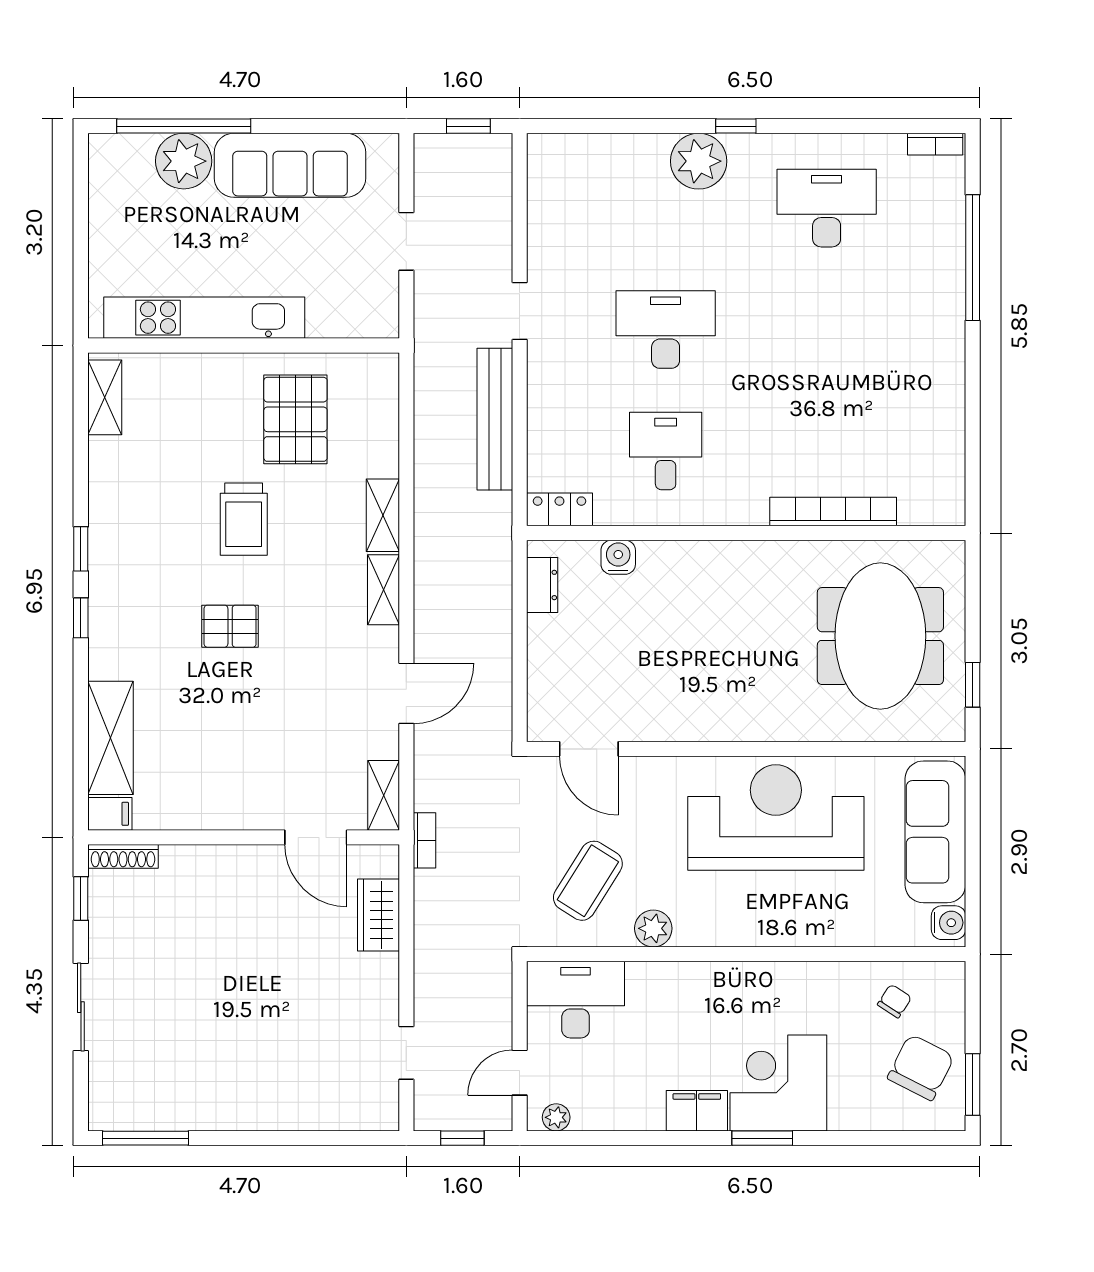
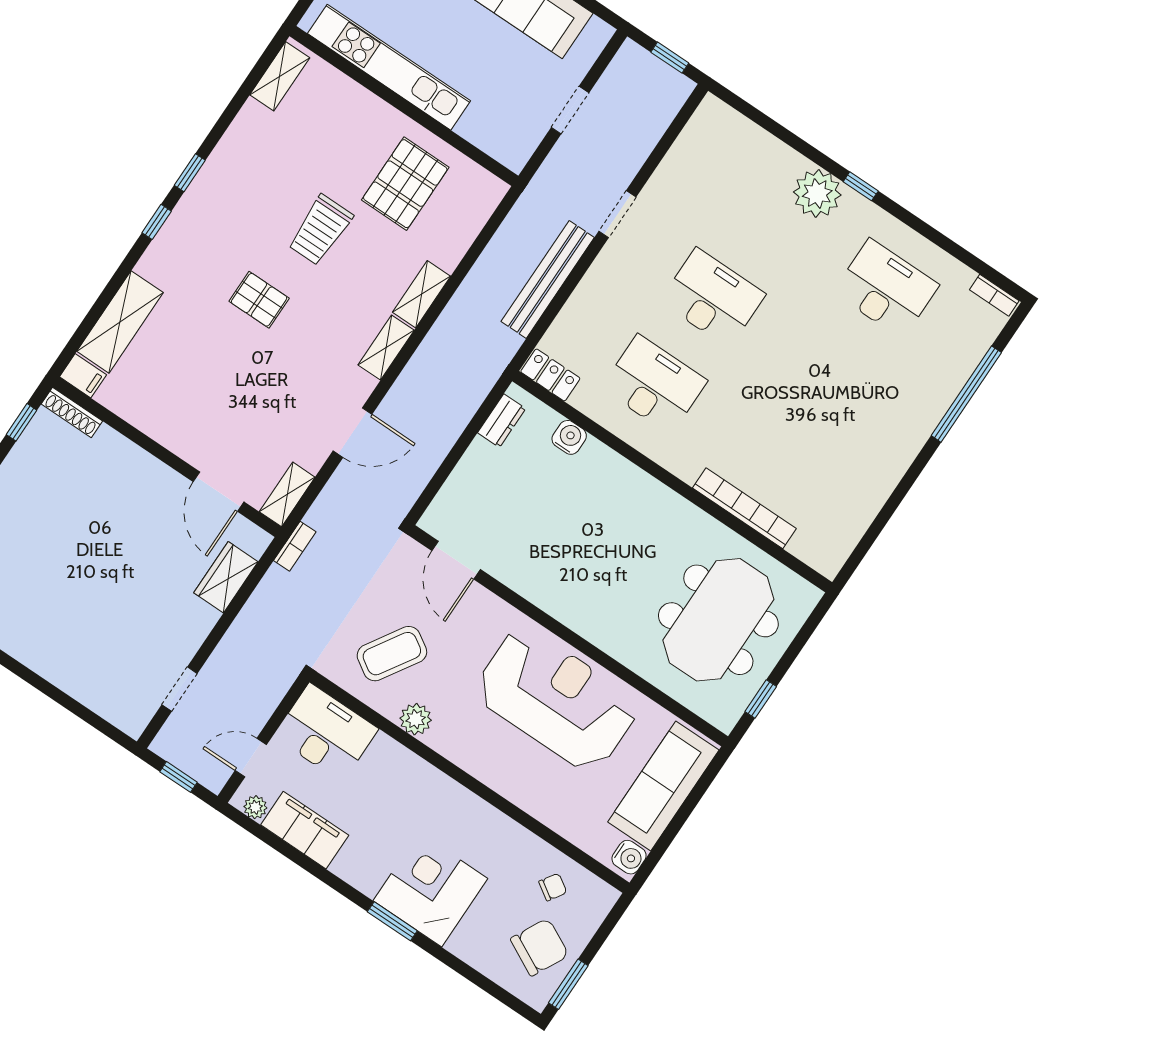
desk: (666, 451) -> (654, 384), width x1.37
filing cabinet: (697, 1111) -> (305, 830), moved, width x1.50, depth x1.17

